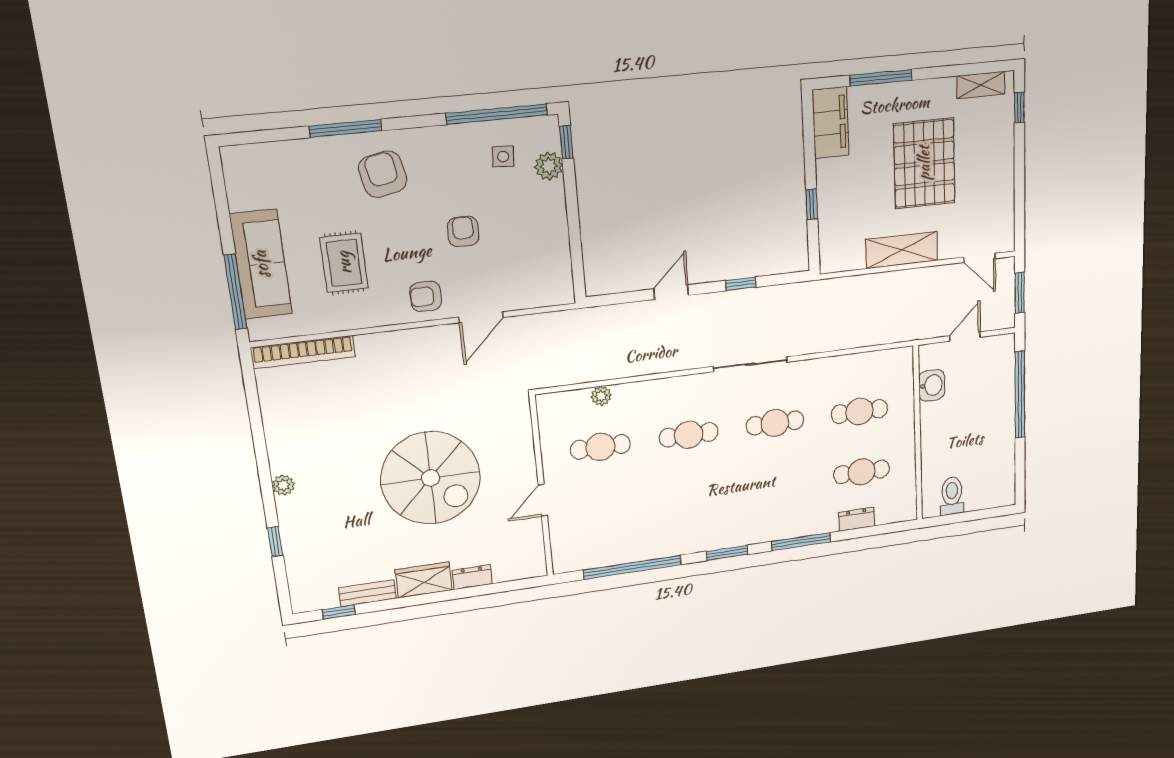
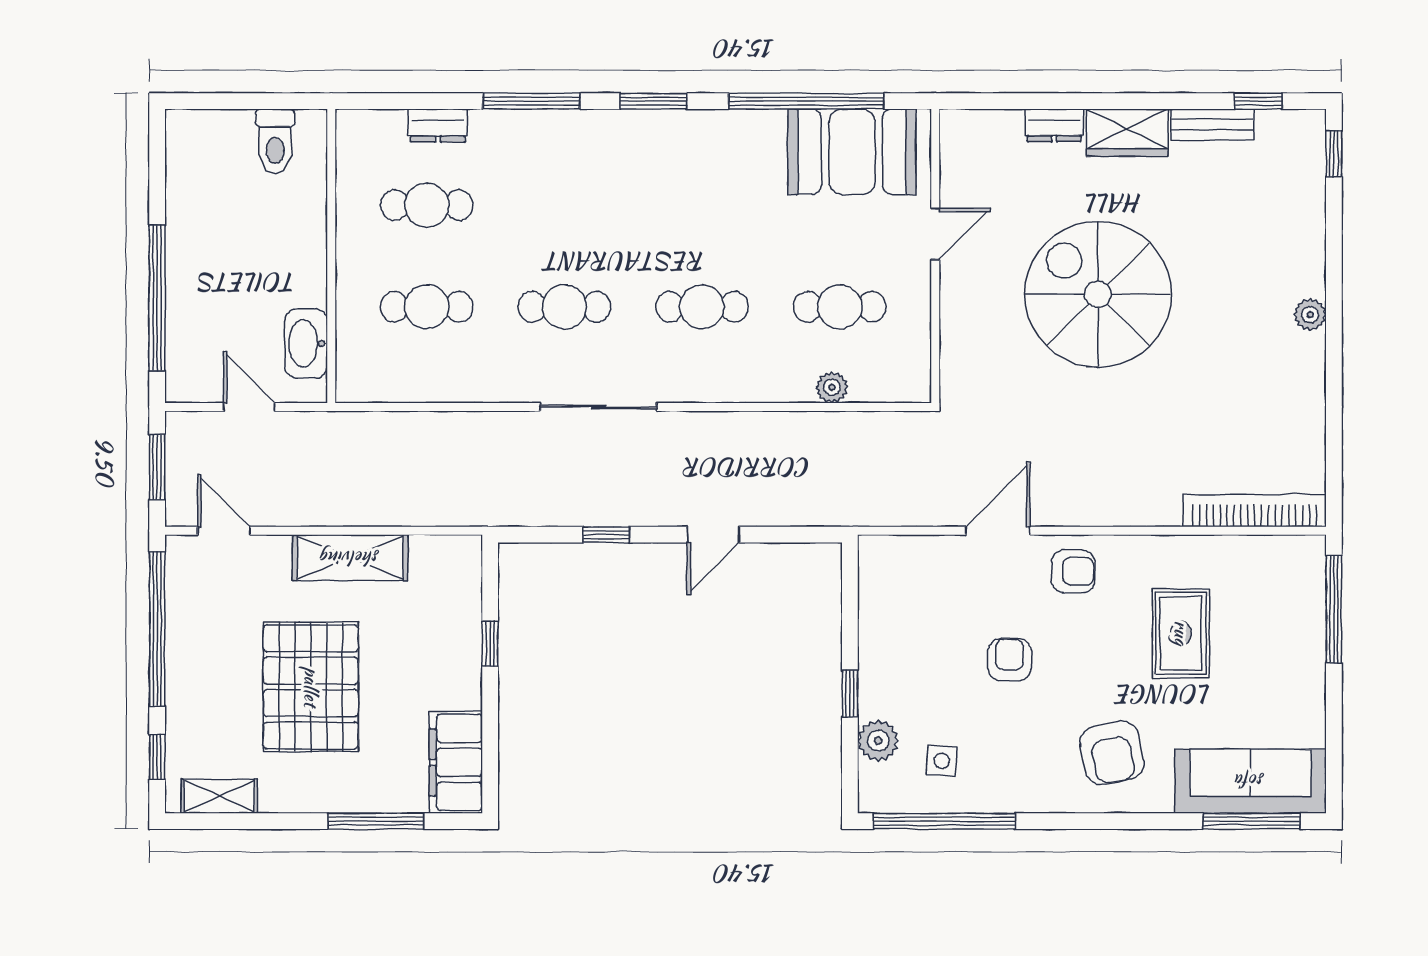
window: (346, 128) -> (1252, 821), moved
window: (566, 142) -> (850, 693), moved
window: (1019, 191) -> (157, 629), added
armchair: (463, 231) -> (1010, 660), turned 180
sofa: (261, 264) -> (1250, 781), moved, turned 90
door: (965, 337) -> (249, 407), swing flipped
washbasin: (932, 385) -> (306, 343), width x1.38
window: (275, 542) -> (1334, 154), moved
booth: (601, 542) -> (852, 152), added

